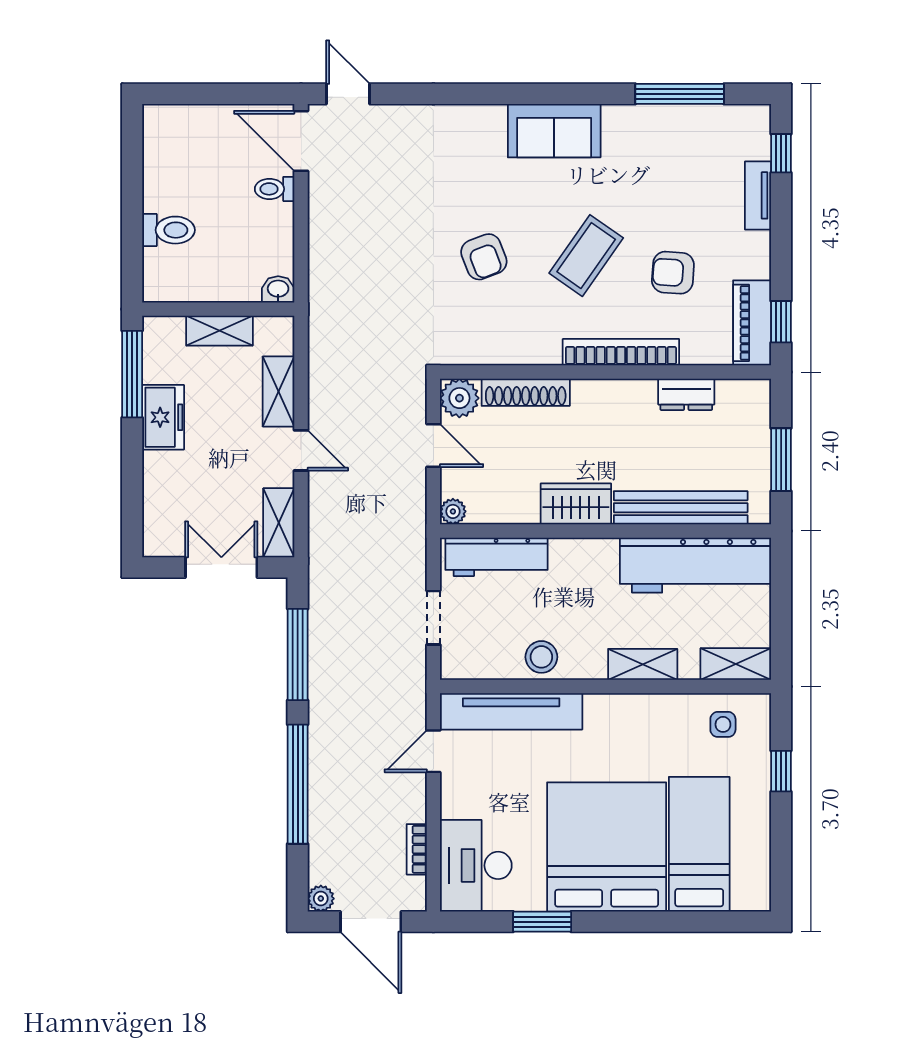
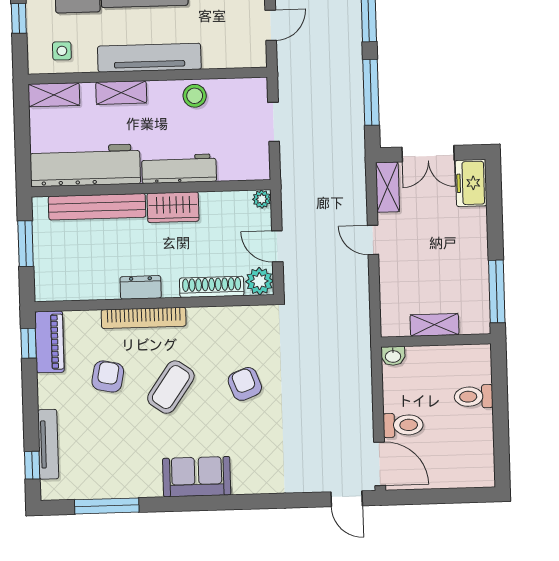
toilet: (275, 189) -> (403, 425), width x1.37, depth x1.39
tv unit: (758, 195) -> (48, 444), width x1.41
armchair: (673, 273) -> (108, 377), turned -83
shelving: (279, 392) -> (390, 282), removed
dresser: (686, 394) -> (141, 287), moved
freezer: (163, 417) -> (471, 183), moved
workbench: (497, 557) -> (179, 169), moved
tv unit: (511, 711) -> (149, 58), moved

